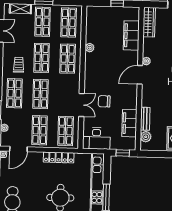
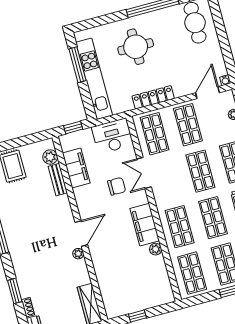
filing cabinet: (131, 35) -> (145, 225), moved, turned 180

